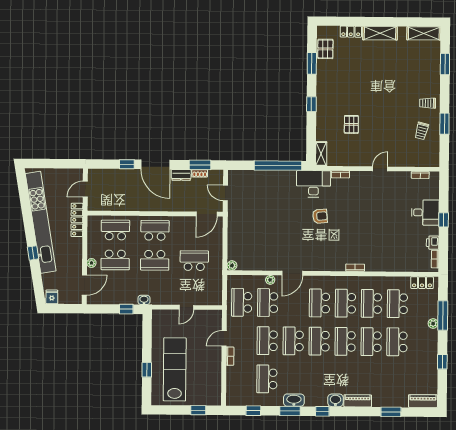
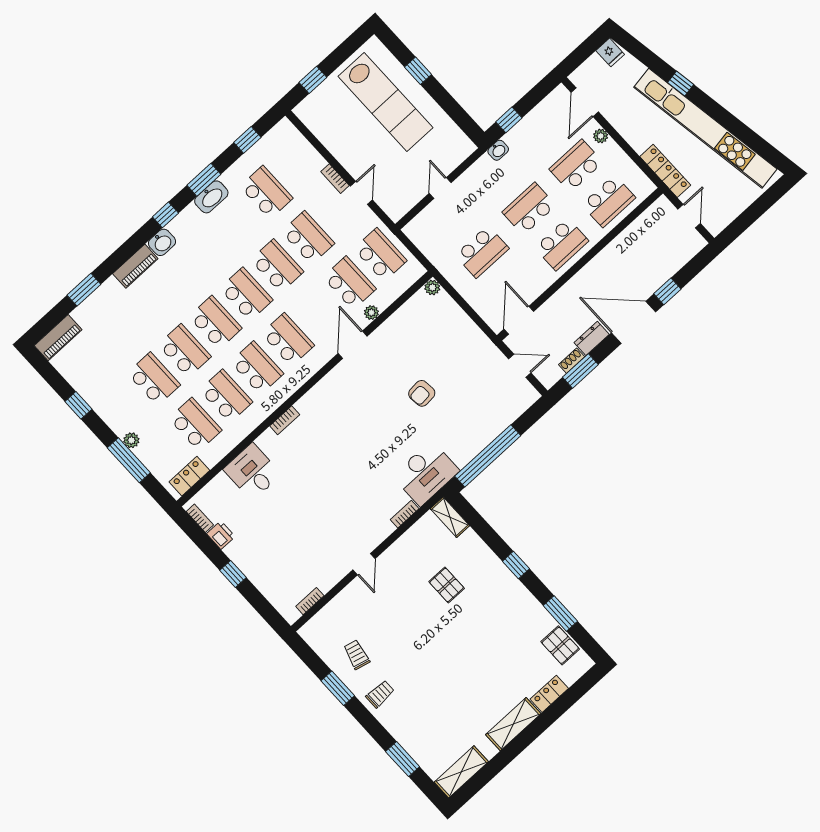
desk: (425, 212) -> (252, 472), moved, turned 90
armchair: (320, 216) -> (422, 393), moved

